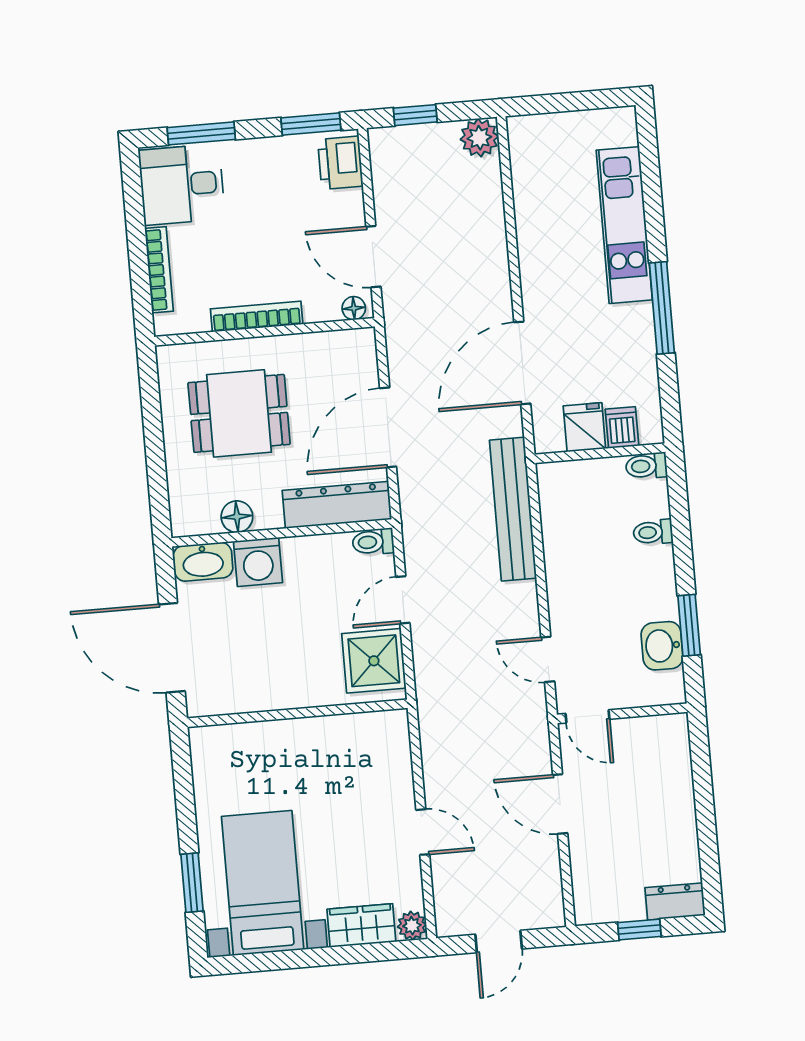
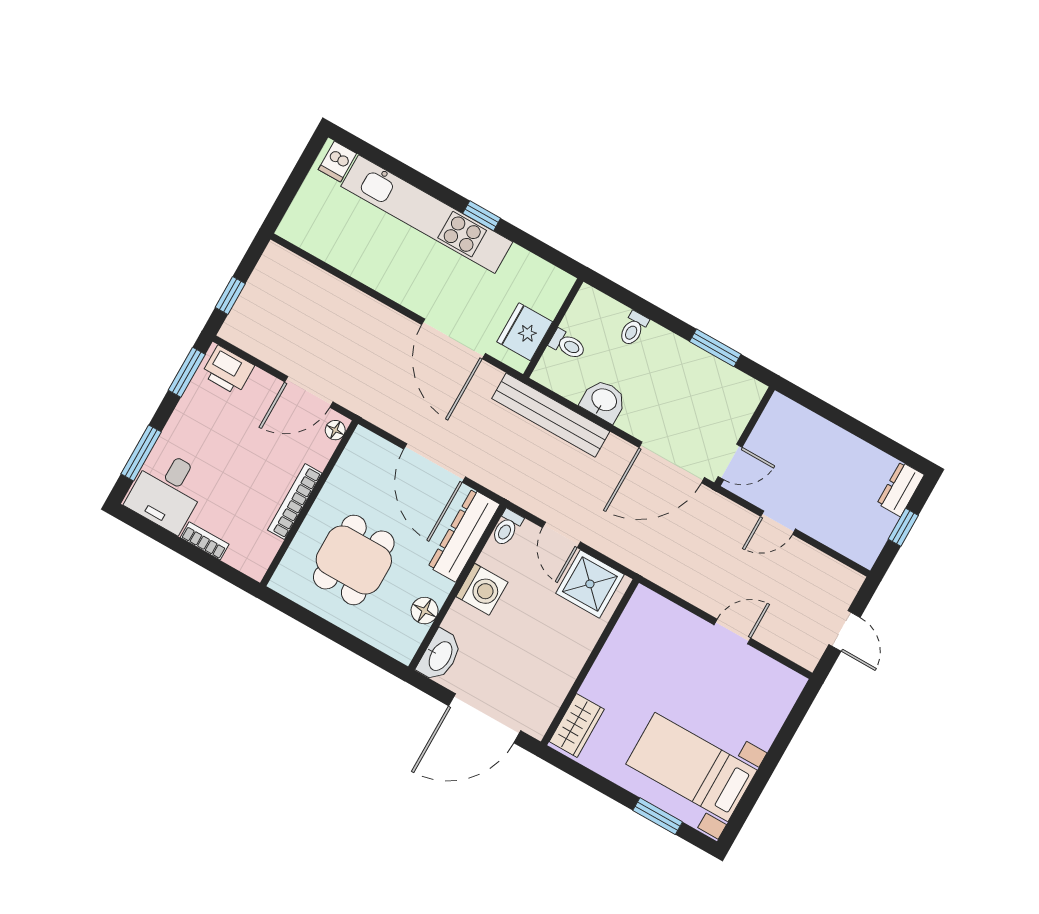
plant: (479, 138) -> (277, 262), removed
kitchen unit: (624, 225) -> (427, 214), width x1.36
bookcase: (159, 270) -> (205, 541), width x0.64
window: (662, 308) -> (482, 216), width x0.46
fridge: (584, 427) -> (525, 332), width x1.38
dishwasher: (622, 427) -> (337, 162), moved, turned -90
toilet: (646, 466) -> (567, 345), moved, turned -90
washing machine: (258, 562) -> (482, 589), moved
washbasin: (662, 646) -> (604, 401), moved, turned 180
door: (548, 659) -> (672, 462), width x1.87
door: (560, 804) -> (778, 523), width x0.73
wardrobe: (361, 925) -> (577, 725), moved, turned 180
plant: (412, 926) -> (792, 684), removed

